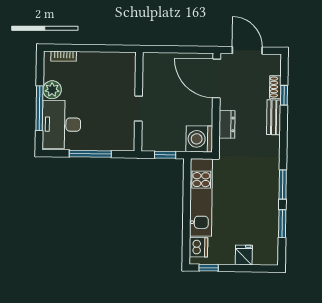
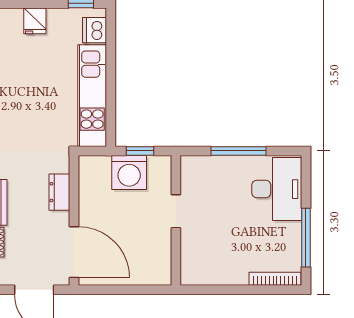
bookcase: (64, 56) -> (275, 279), width x1.56
plant: (52, 90) -> (290, 234), removed
window: (39, 108) -> (306, 238), moved
washing machine: (199, 139) -> (129, 172), moved, turned 90

